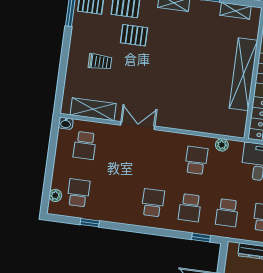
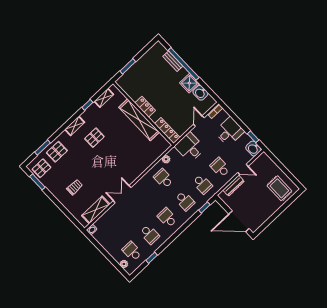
pallet: (134, 35) -> (94, 138), moved
school desk: (85, 145) -> (150, 234), moved

